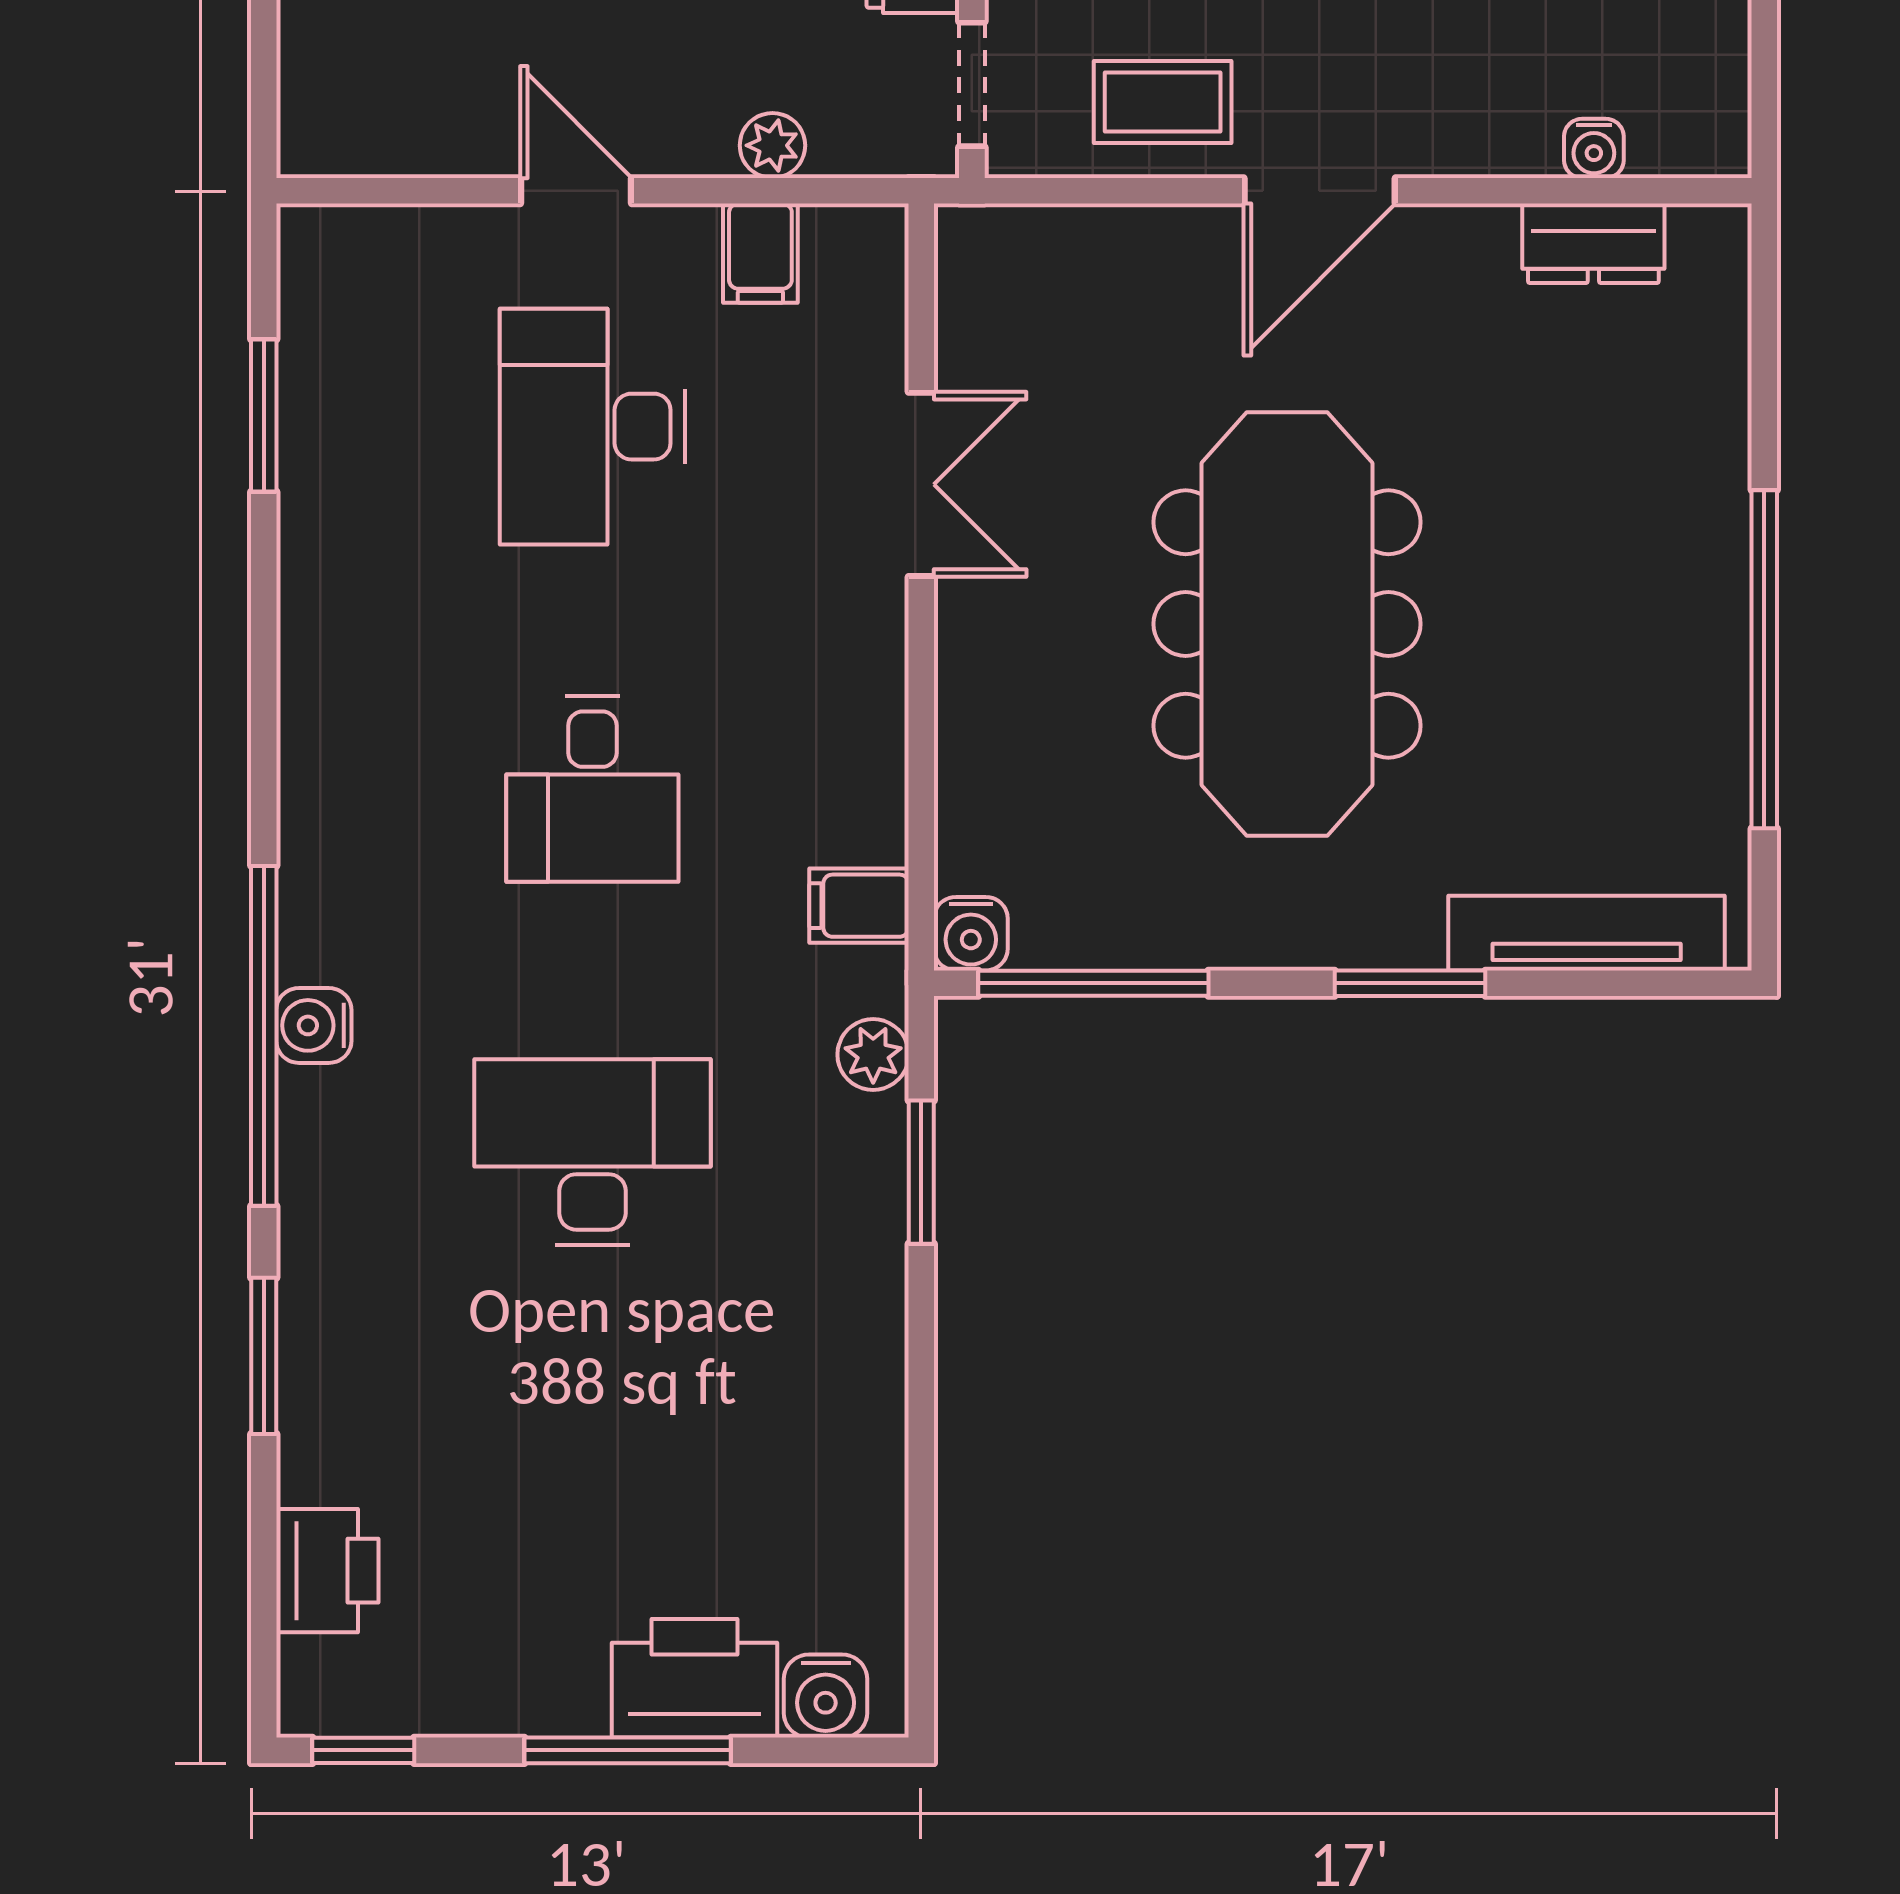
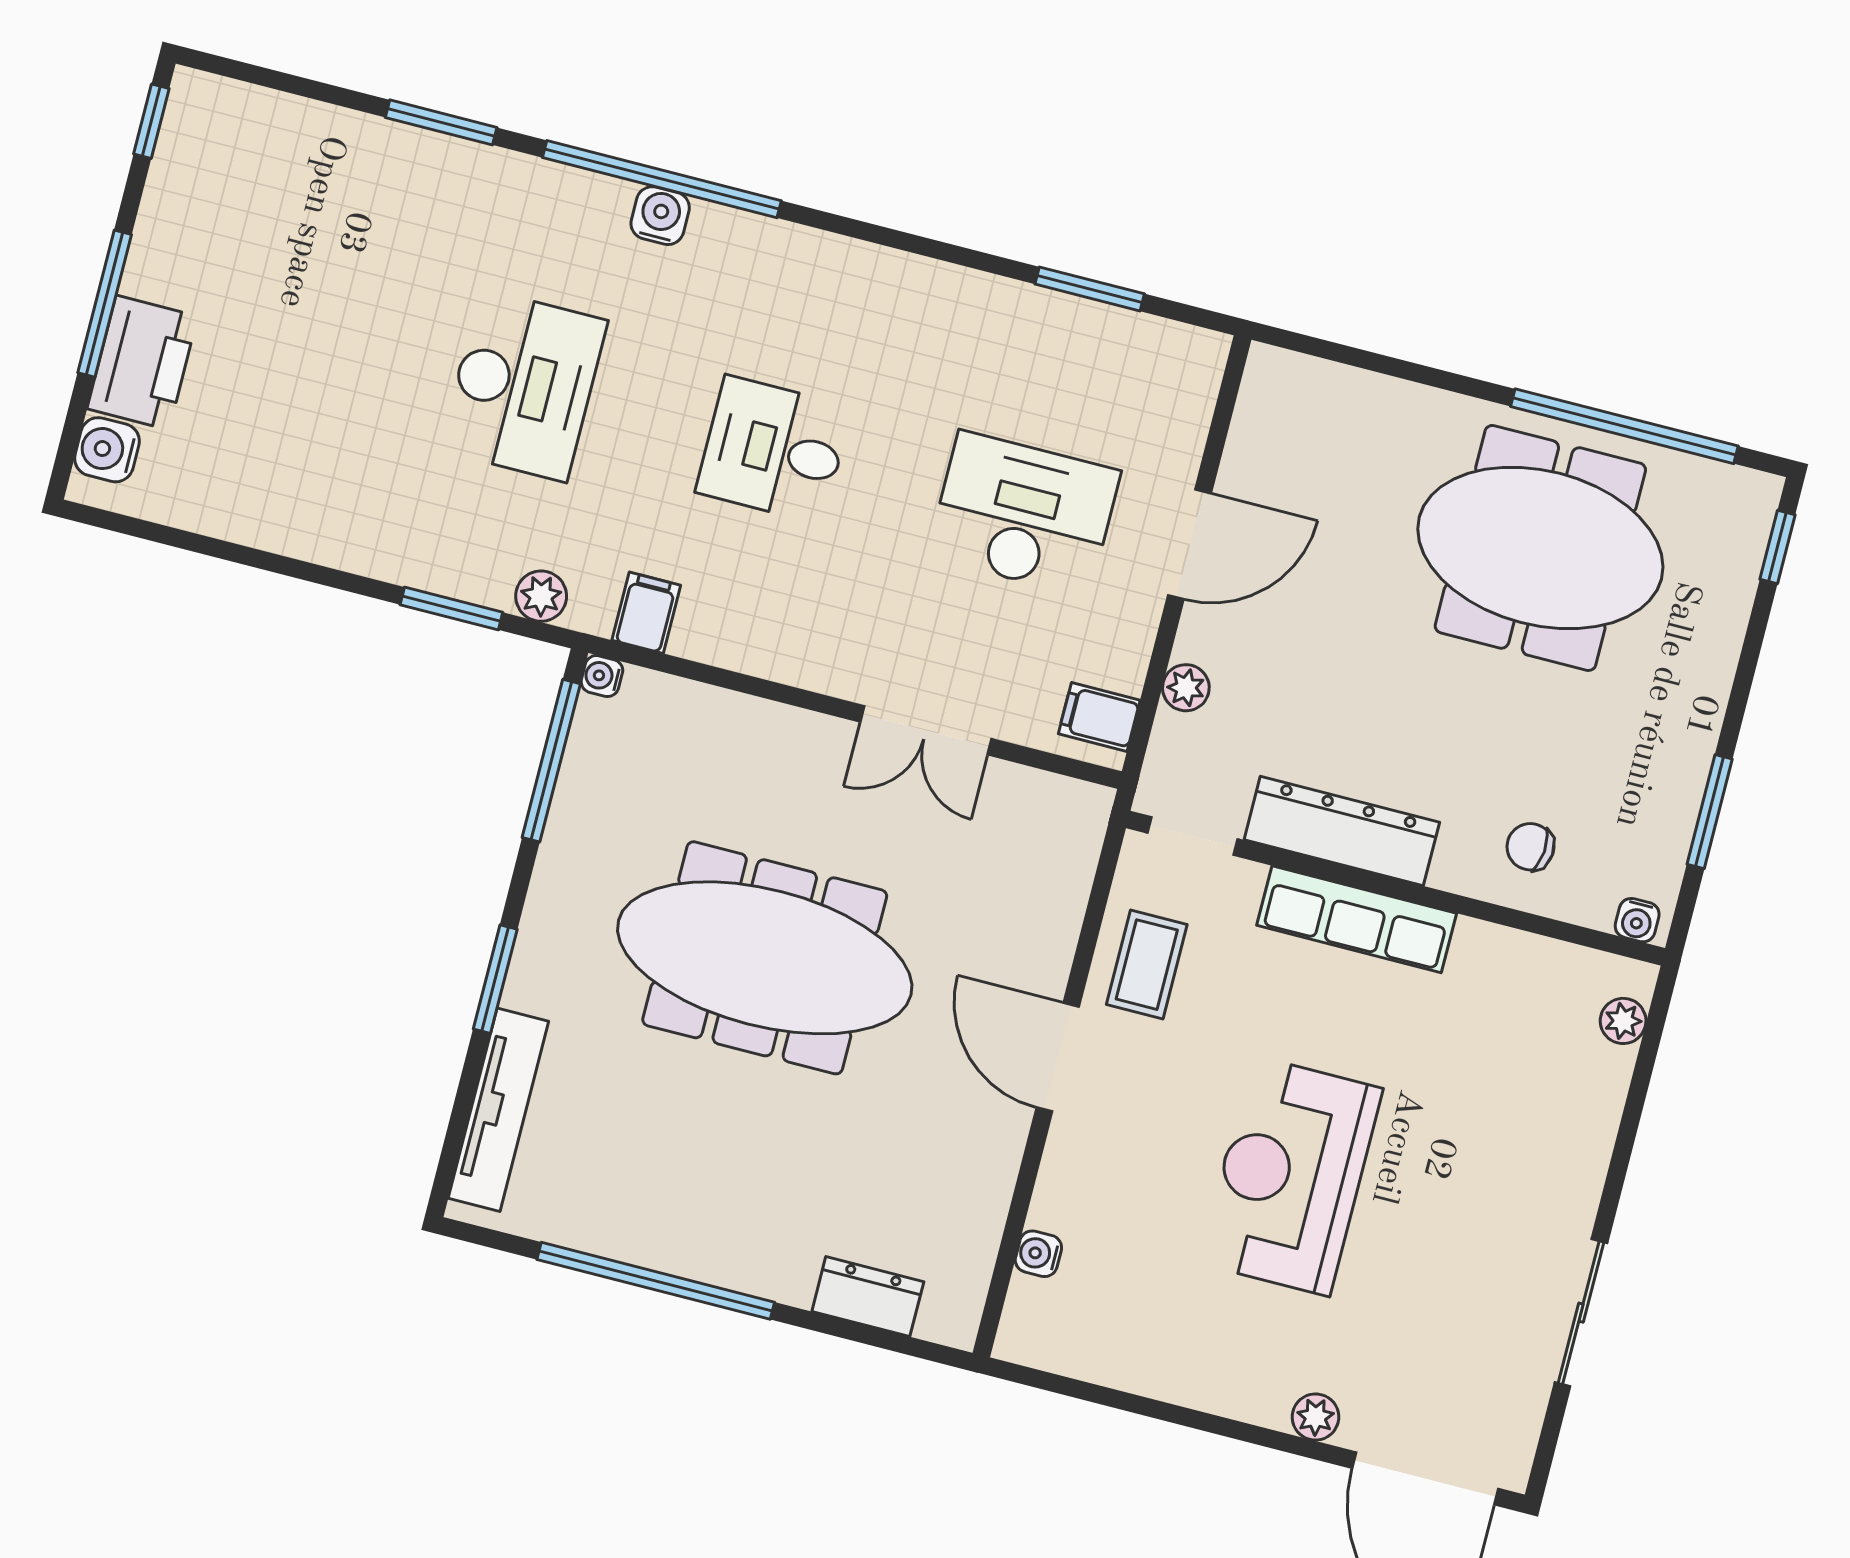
door: (576, 191) -> (1189, 544), width x1.37
dresser: (1593, 243) -> (868, 1297), moved, turned 90
filing cabinet: (760, 253) -> (1099, 717), moved
water cooler: (971, 934) -> (602, 676), width x0.72, depth x0.72
printer: (327, 1571) -> (282, 128), removed

